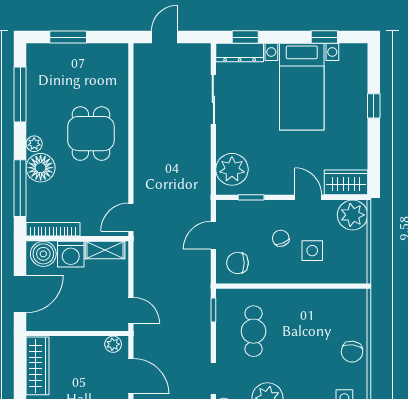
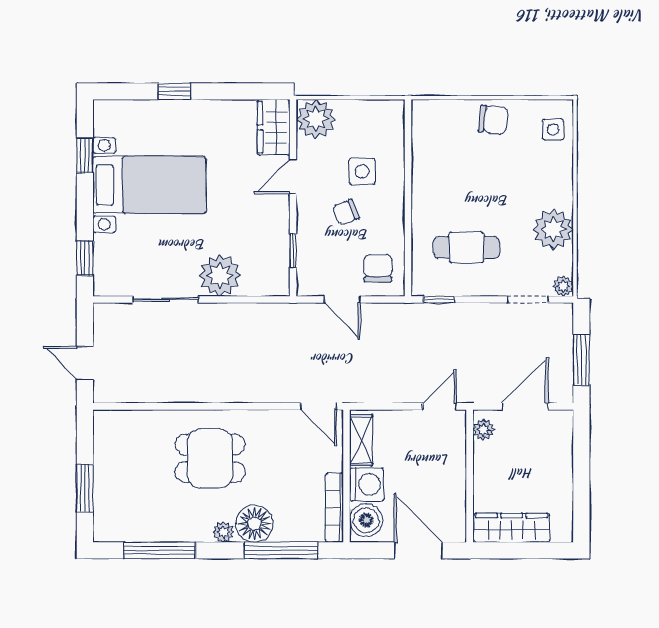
dresser: (240, 53) -> (105, 265), removed
plant: (232, 169) -> (220, 275), moved
chair: (238, 263) -> (378, 268), turned 180

